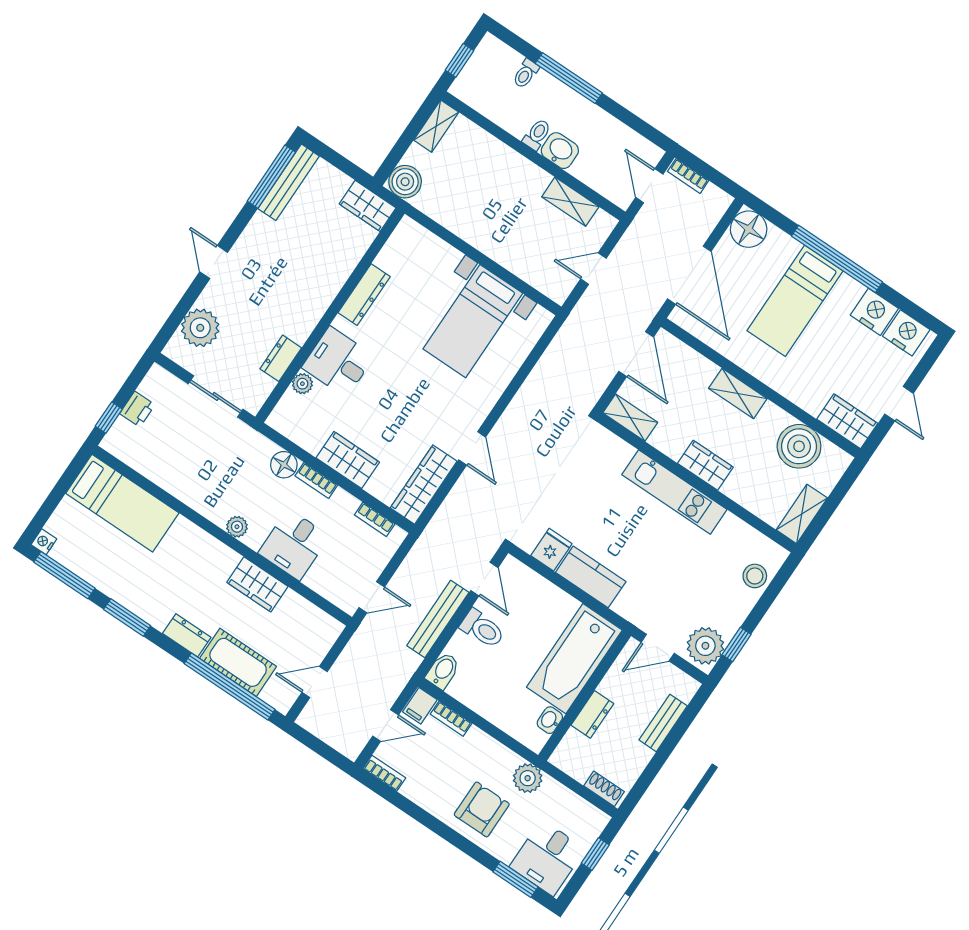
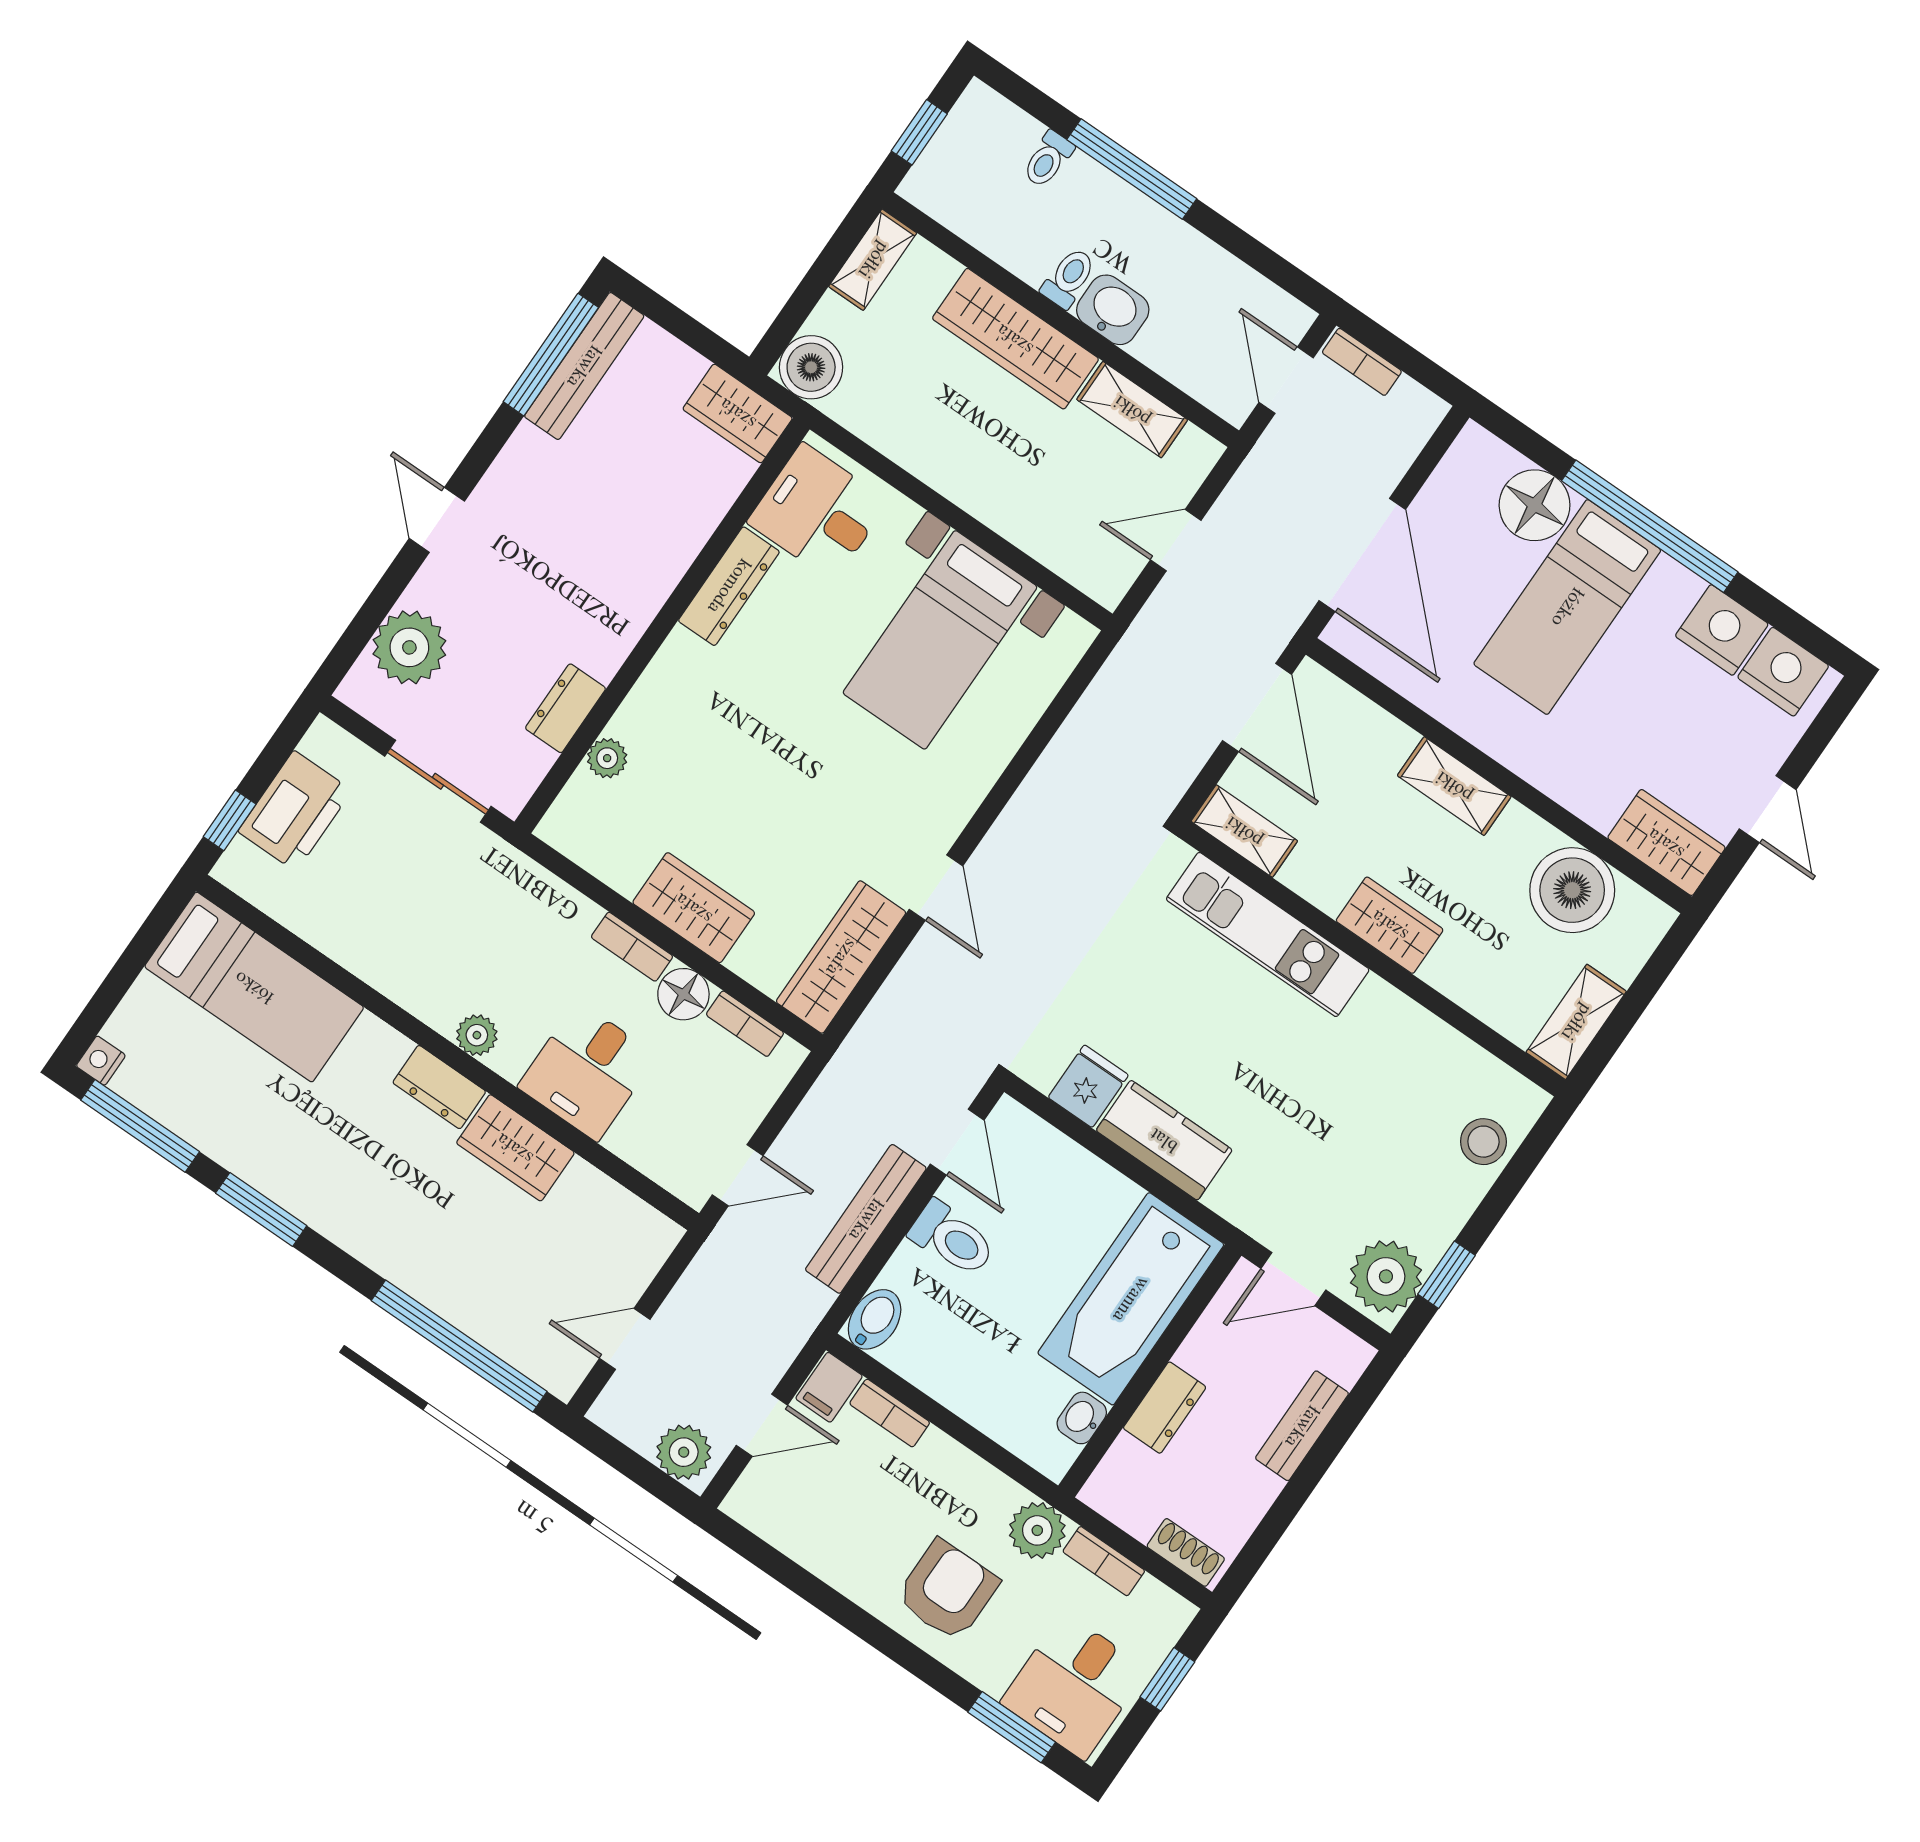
wardrobe: (510, 166) -> (1015, 339), added
floor lamp: (749, 229) -> (1535, 505), moved
desk: (338, 362) -> (818, 512), moved
printer: (137, 409) -> (295, 811), width x1.87, depth x1.48
floor lamp: (284, 465) -> (683, 994), moved
kitchen unit: (674, 492) -> (1268, 934), moved
dresser: (187, 635) -> (439, 1087), moved, turned 180
cot: (238, 662) -> (476, 1299), removed
plant: (346, 740) -> (684, 1452), added
bookcase: (384, 773) -> (1104, 1561), moved, turned 180

